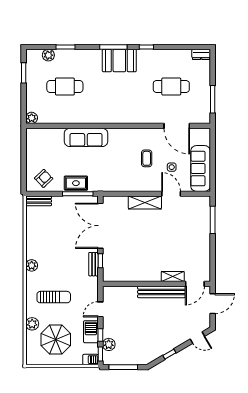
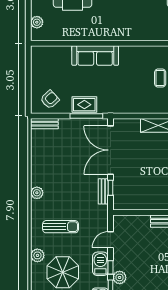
plant: (32, 118) -> (37, 22), moved

